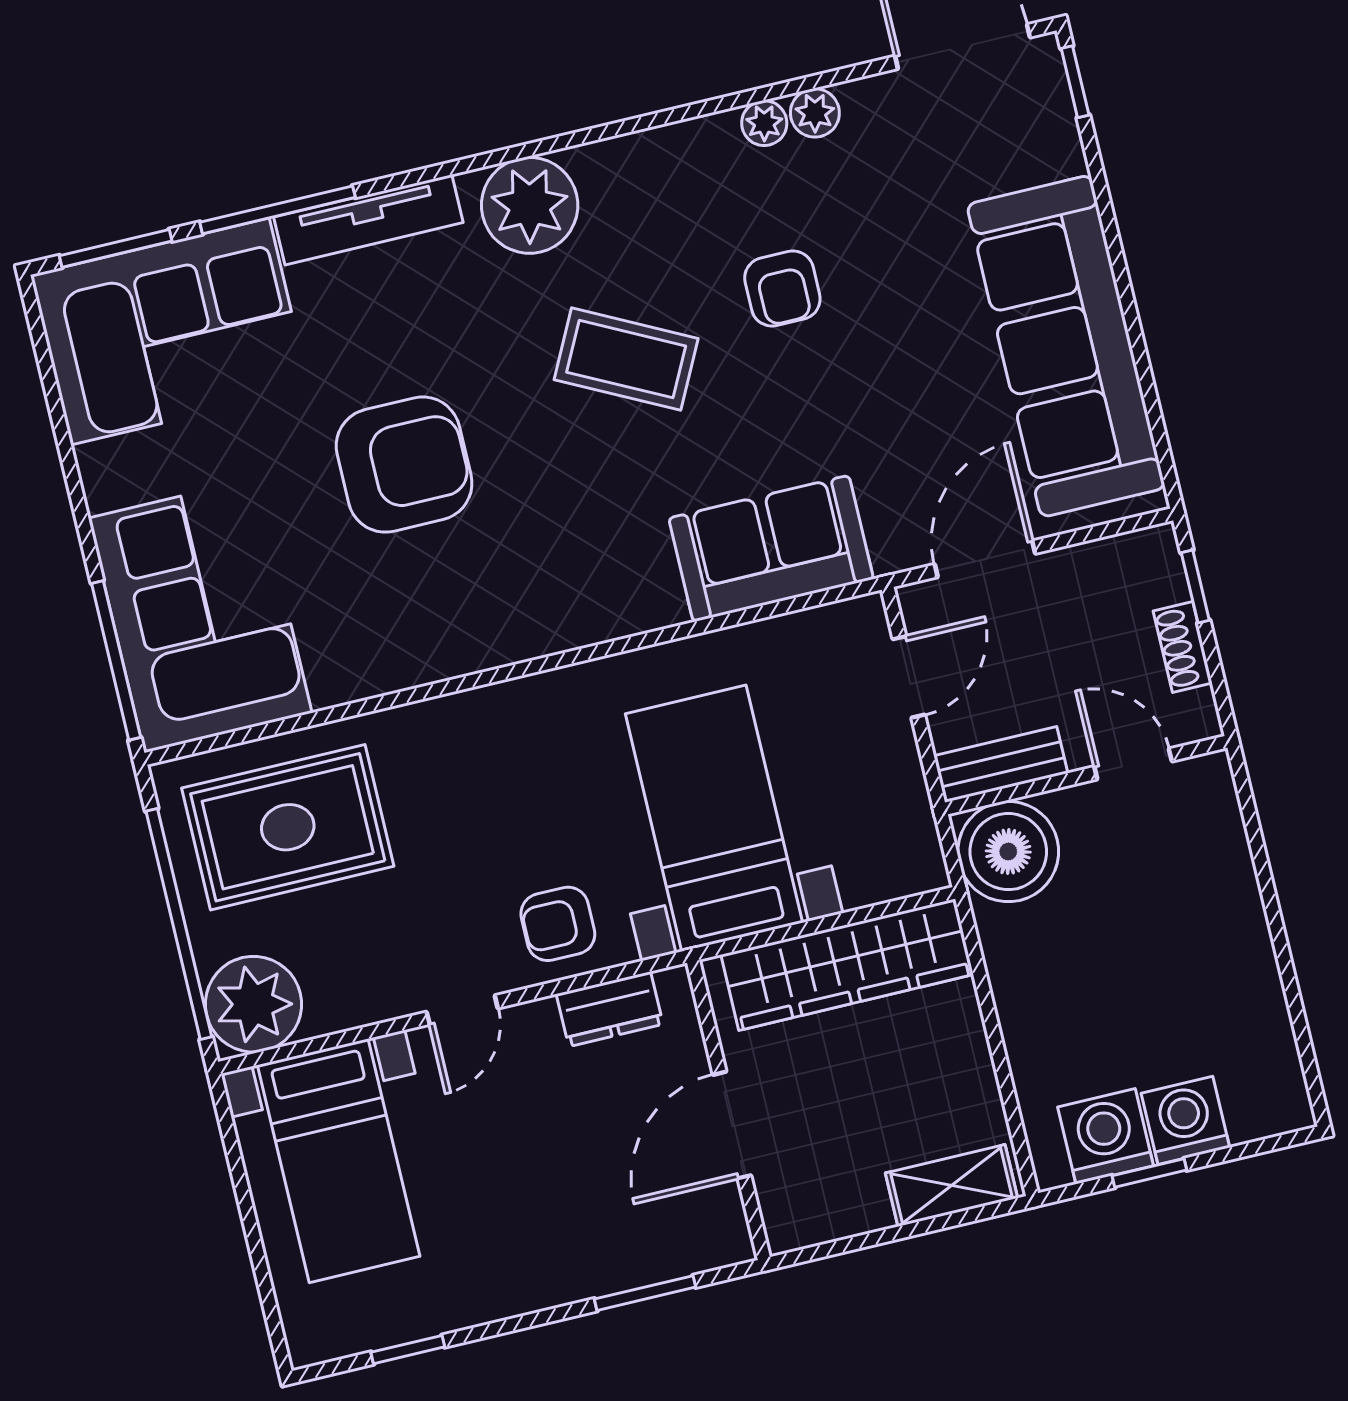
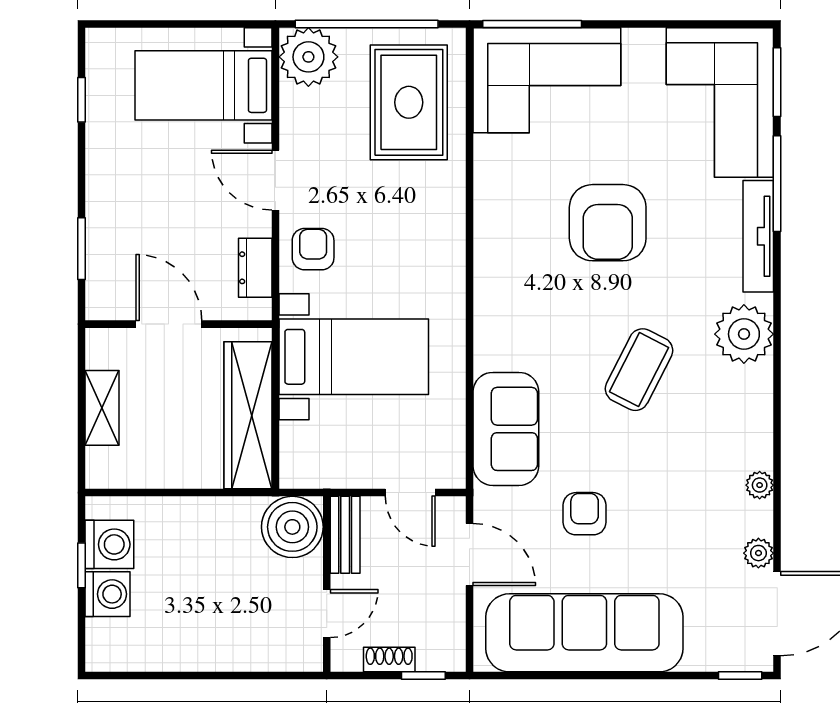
plant: (815, 113) -> (758, 553), moved
armchair: (782, 288) -> (585, 514), moved, turned 90
door: (462, 1010) -> (275, 180), width x1.37
shelving: (951, 1185) -> (102, 408), moved

